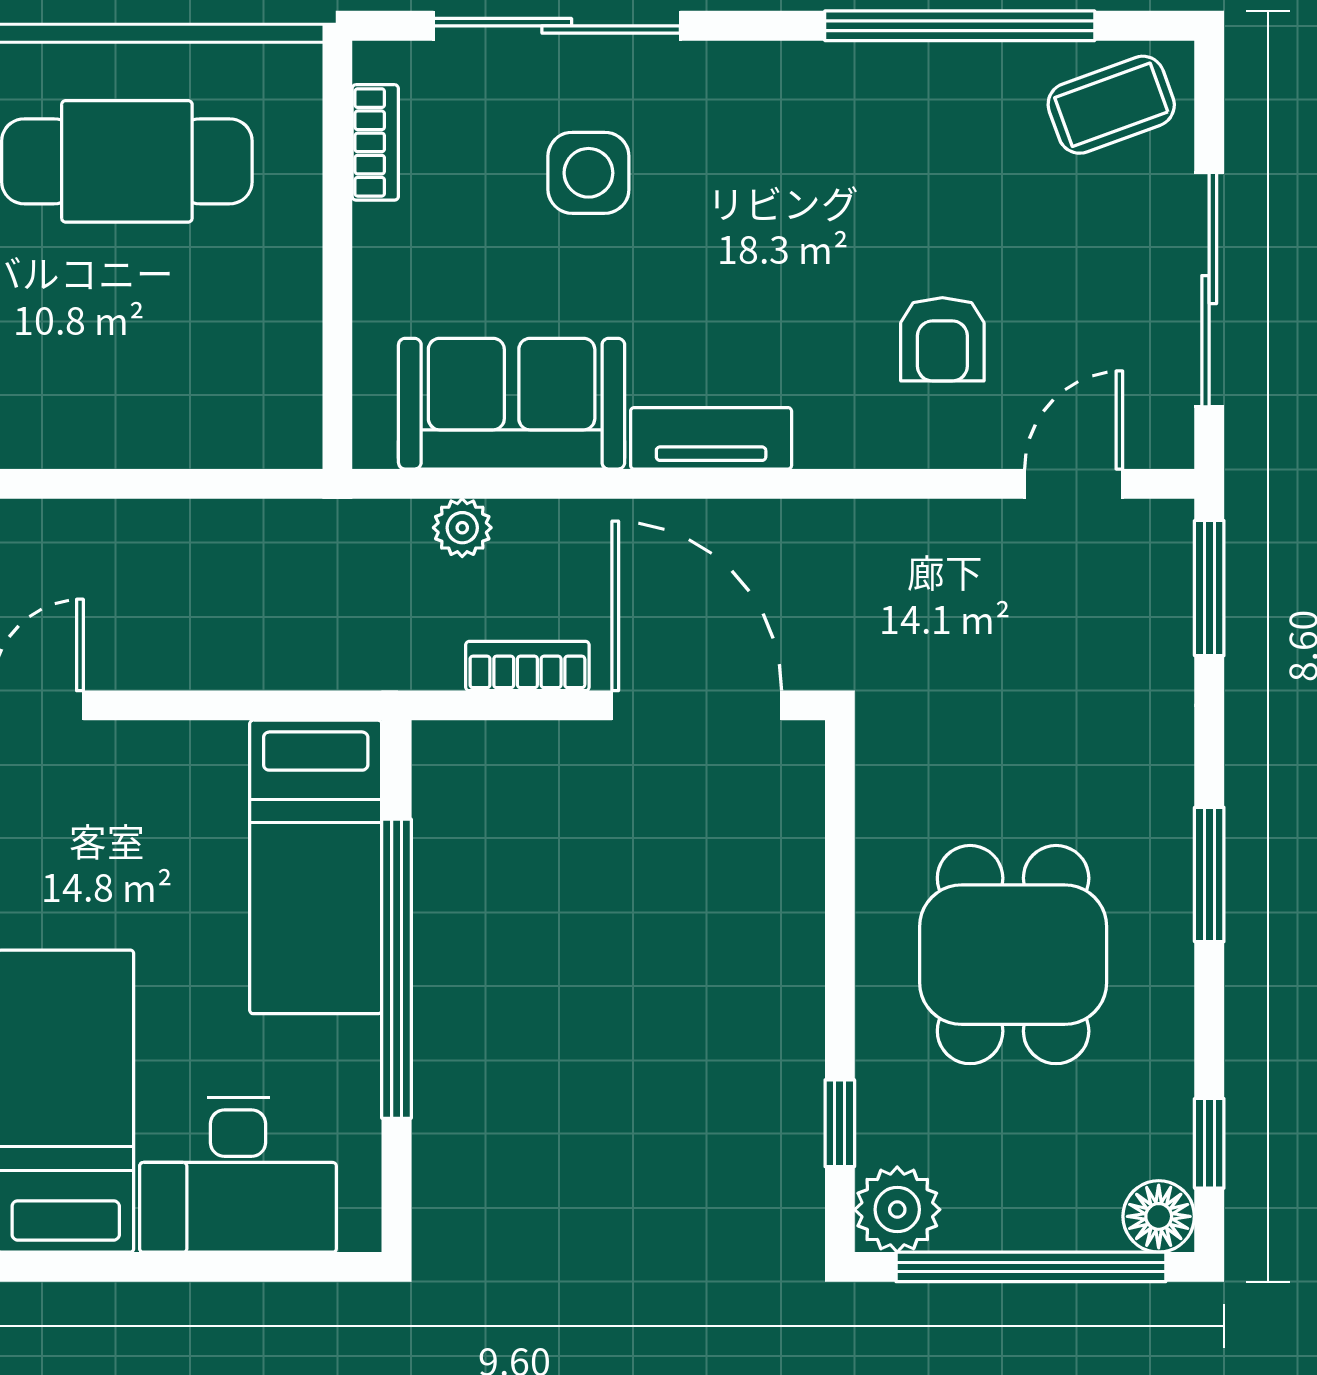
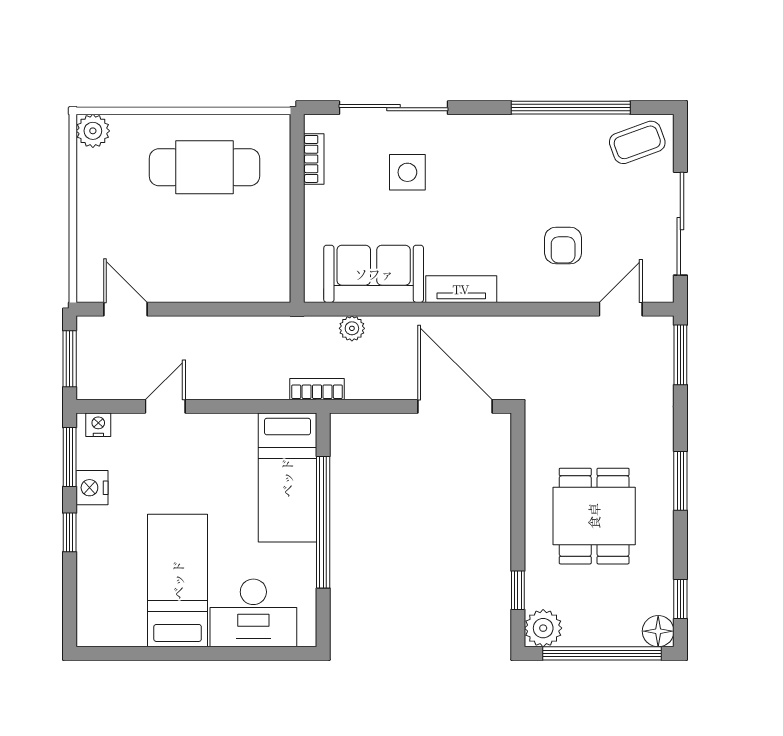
bookcase: (527, 666) -> (317, 389), moved

